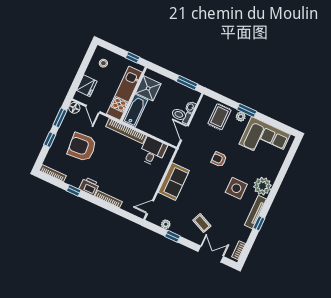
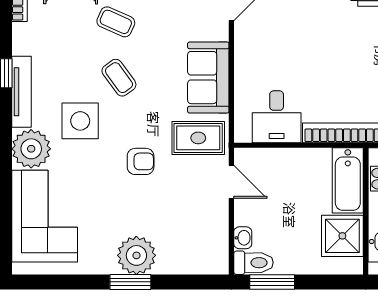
toilet: (181, 115) -> (253, 263), moved
rug: (219, 117) -> (198, 138), moved, turned 90
plant: (241, 117) -> (136, 255), width x1.87, depth x1.87
corner sofa: (265, 139) -> (45, 216), moved, turned 90
coffee table: (211, 199) -> (119, 78), added

